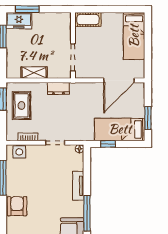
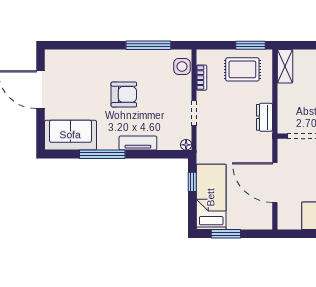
shelving: (34, 73) -> (285, 66), moved
door: (119, 80) -> (275, 183), moved
armchair: (17, 206) -> (124, 94), moved

